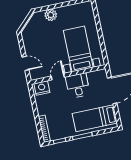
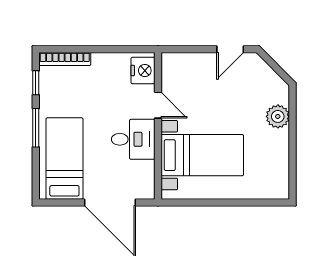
door: (25, 63) -> (230, 49), moved

